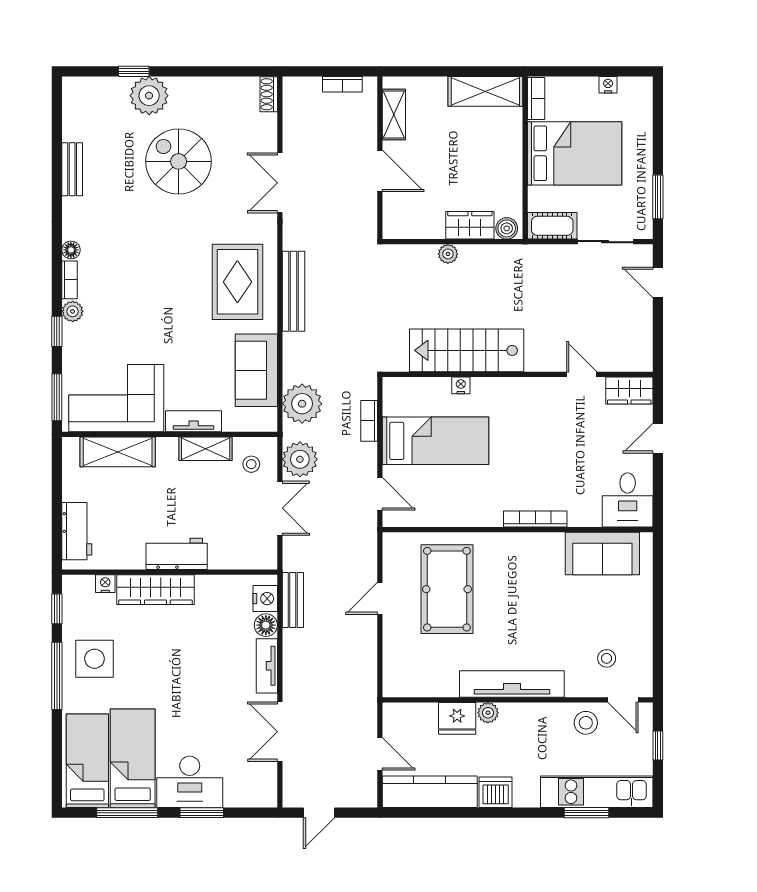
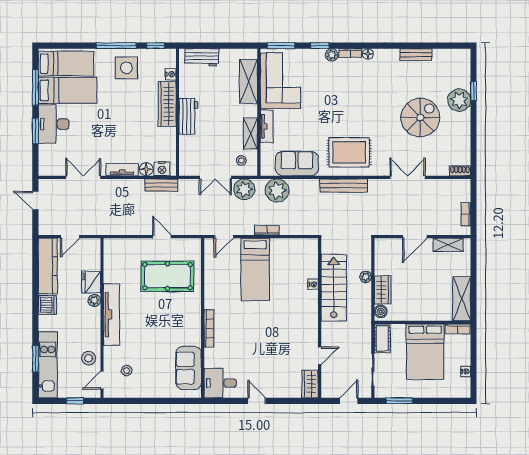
stairs: (467, 350) -> (334, 288), moved
wall: (518, 374) -> (320, 318), moved
door: (582, 374) -> (320, 356), moved
nightstand: (461, 385) -> (313, 284), moved
wardrobe: (629, 391) -> (310, 384), moved

